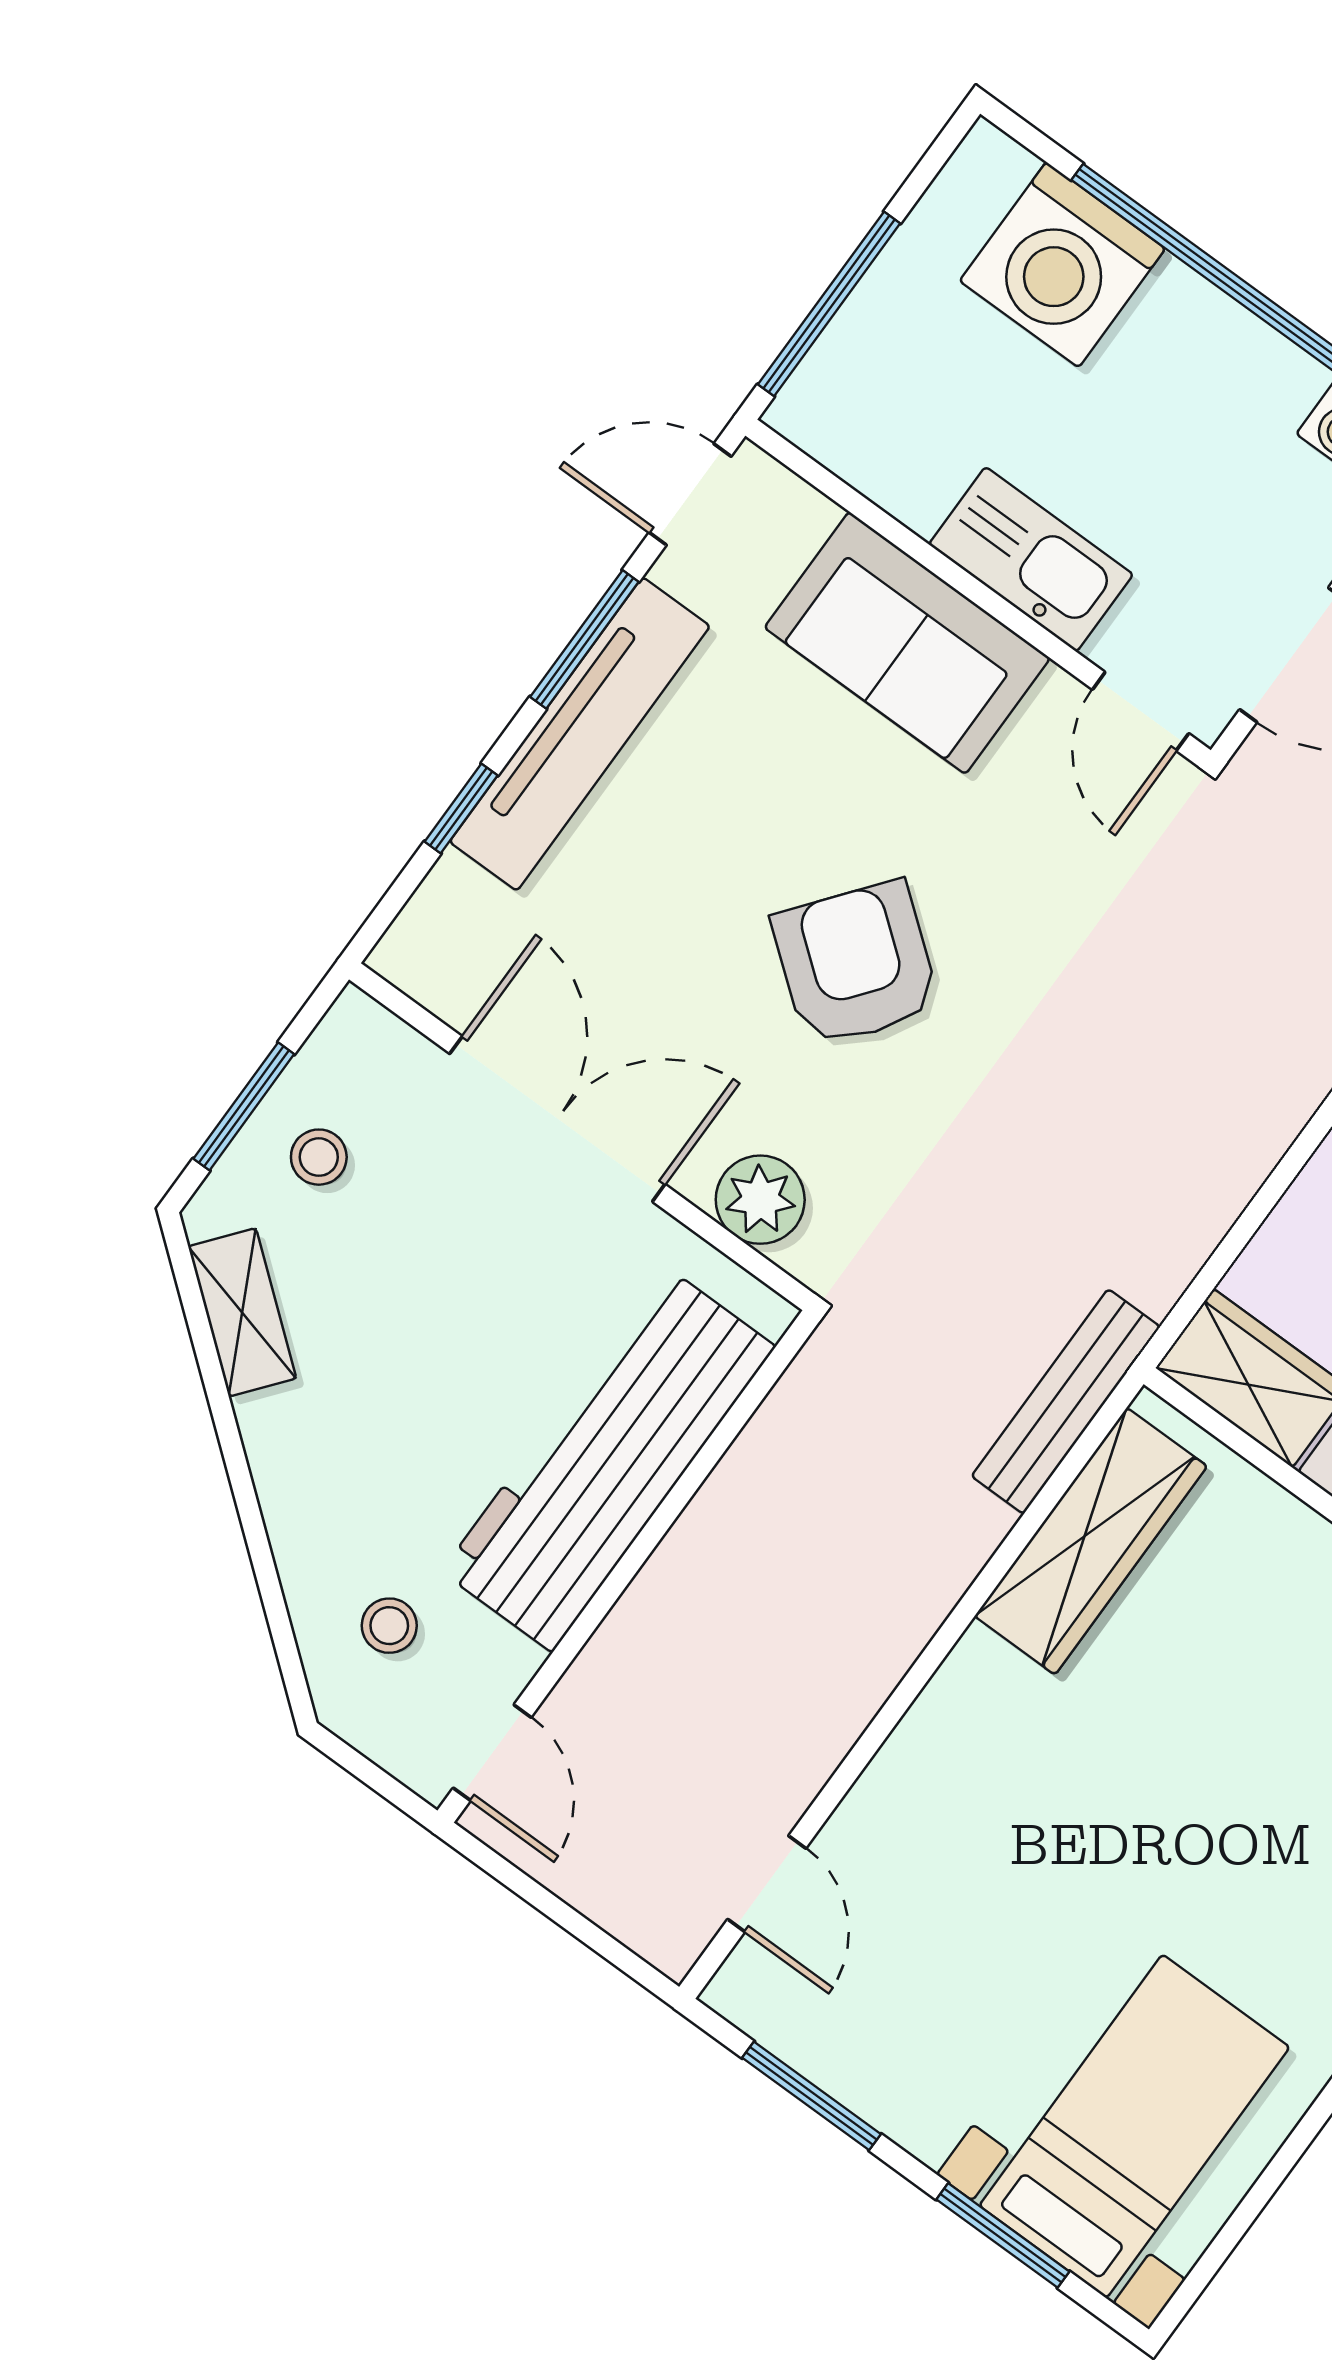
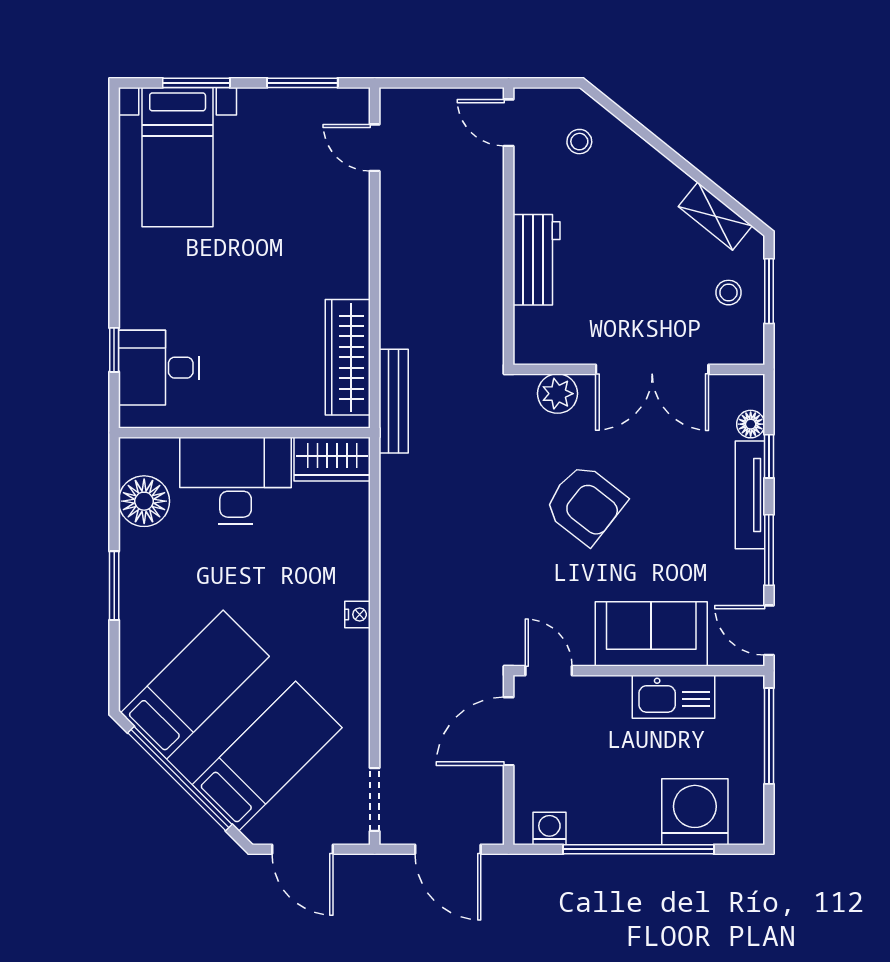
door: (690, 494) -> (769, 630), swing flipped
kitchen sink: (1031, 559) -> (674, 697), moved
tv unit: (580, 734) -> (750, 495), width x0.73, depth x0.78
floor lamp: (452, 891) -> (751, 424), added
workbench: (608, 1459) -> (536, 260), width x0.53, depth x0.76

